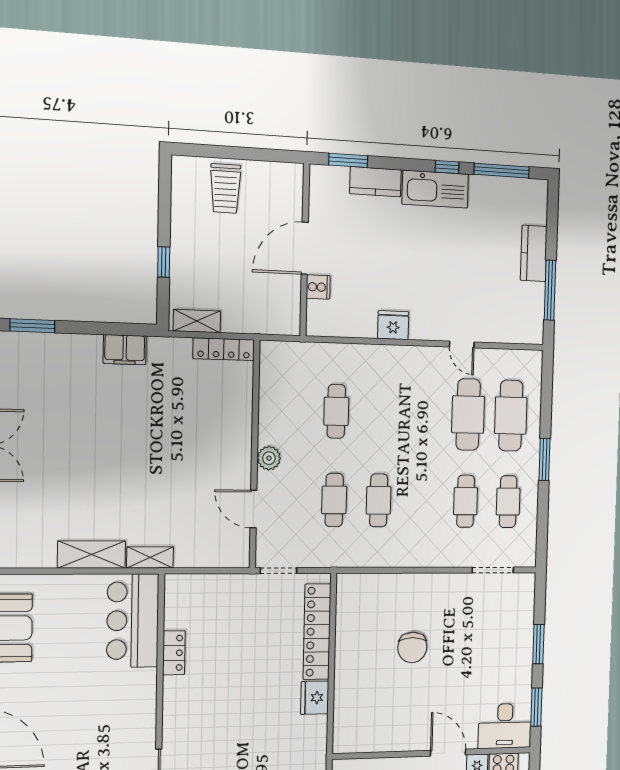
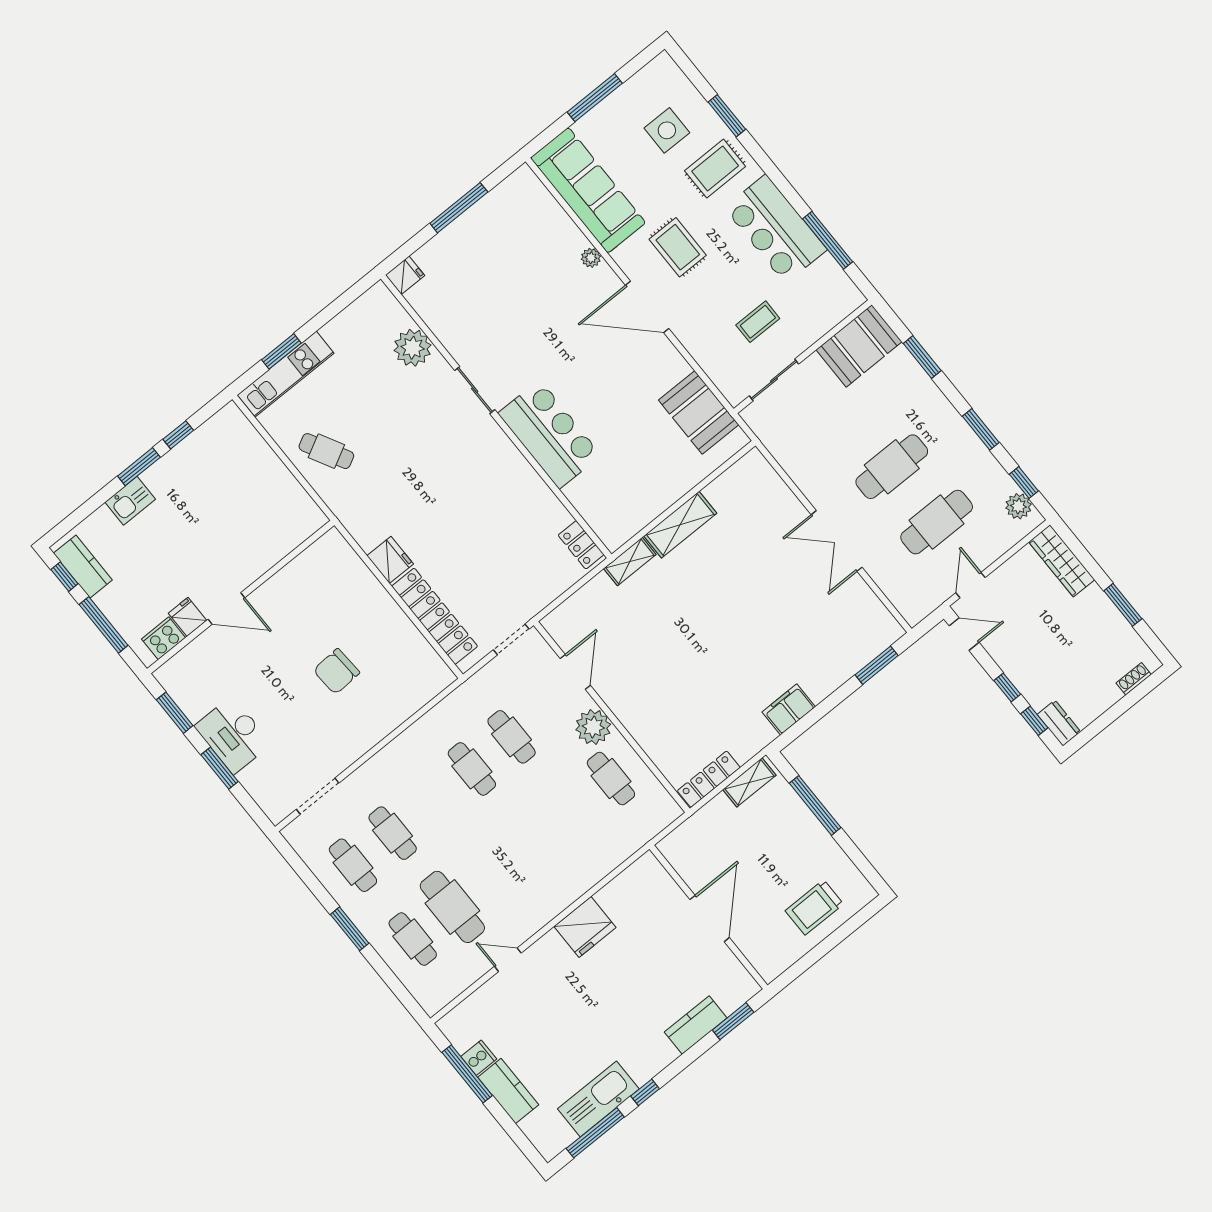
trolley: (225, 189) -> (814, 907), turned -90
kitchen sink: (435, 189) -> (598, 1099), moved
window: (164, 262) -> (815, 805), width x2.17
cooker: (318, 287) -> (479, 1058), moved, turned 180
fridge: (393, 325) -> (585, 927), width x1.36, depth x1.34
cafe table: (336, 411) -> (611, 779), moved
cafe table: (511, 416) -> (413, 939), width x0.73, depth x0.74
plant: (269, 458) -> (593, 727), width x1.36, depth x1.36
door: (253, 509) -> (575, 672), hinge flipped
bar counter: (133, 621) -> (549, 434), moved
chair: (412, 647) -> (336, 671), turned -93
locker: (174, 653) -> (581, 545), moved
desk: (505, 726) -> (233, 735), moved, turned -90

